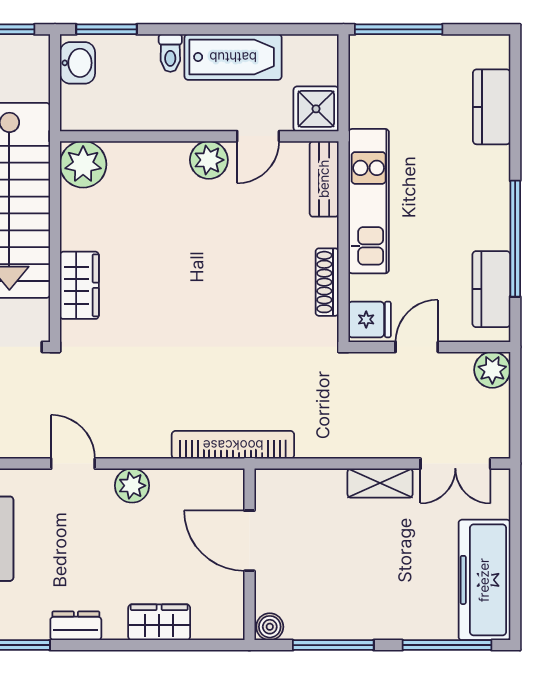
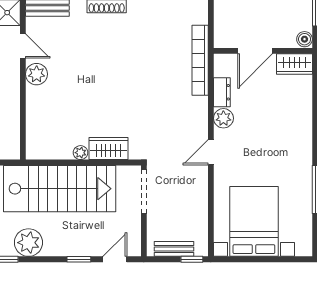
plant: (83, 164) -> (81, 153), moved, width x0.53, depth x0.53
wardrobe: (159, 622) -> (294, 64), moved, turned -90
dresser: (76, 626) -> (222, 92), moved, turned 180

